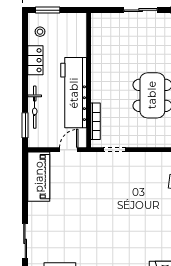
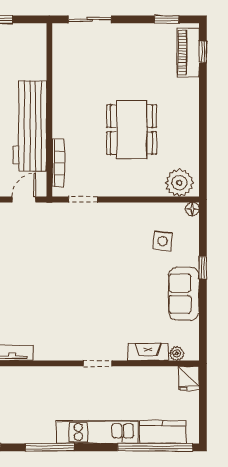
sliding door: (141, 10) -> (90, 19), moved

